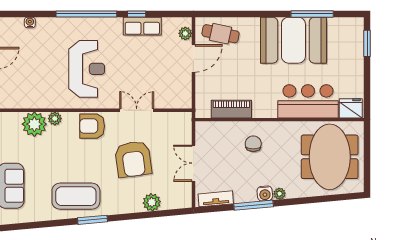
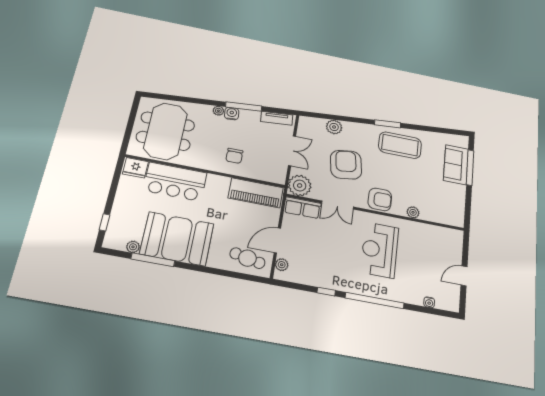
plant: (334, 23) -> (133, 247), added
row of seats: (142, 26) -> (302, 208), moved, turned 180
window: (367, 43) -> (105, 222), width x0.67
piano: (231, 109) -> (256, 193), width x1.37, depth x1.33
plant: (34, 124) -> (300, 186), moved

